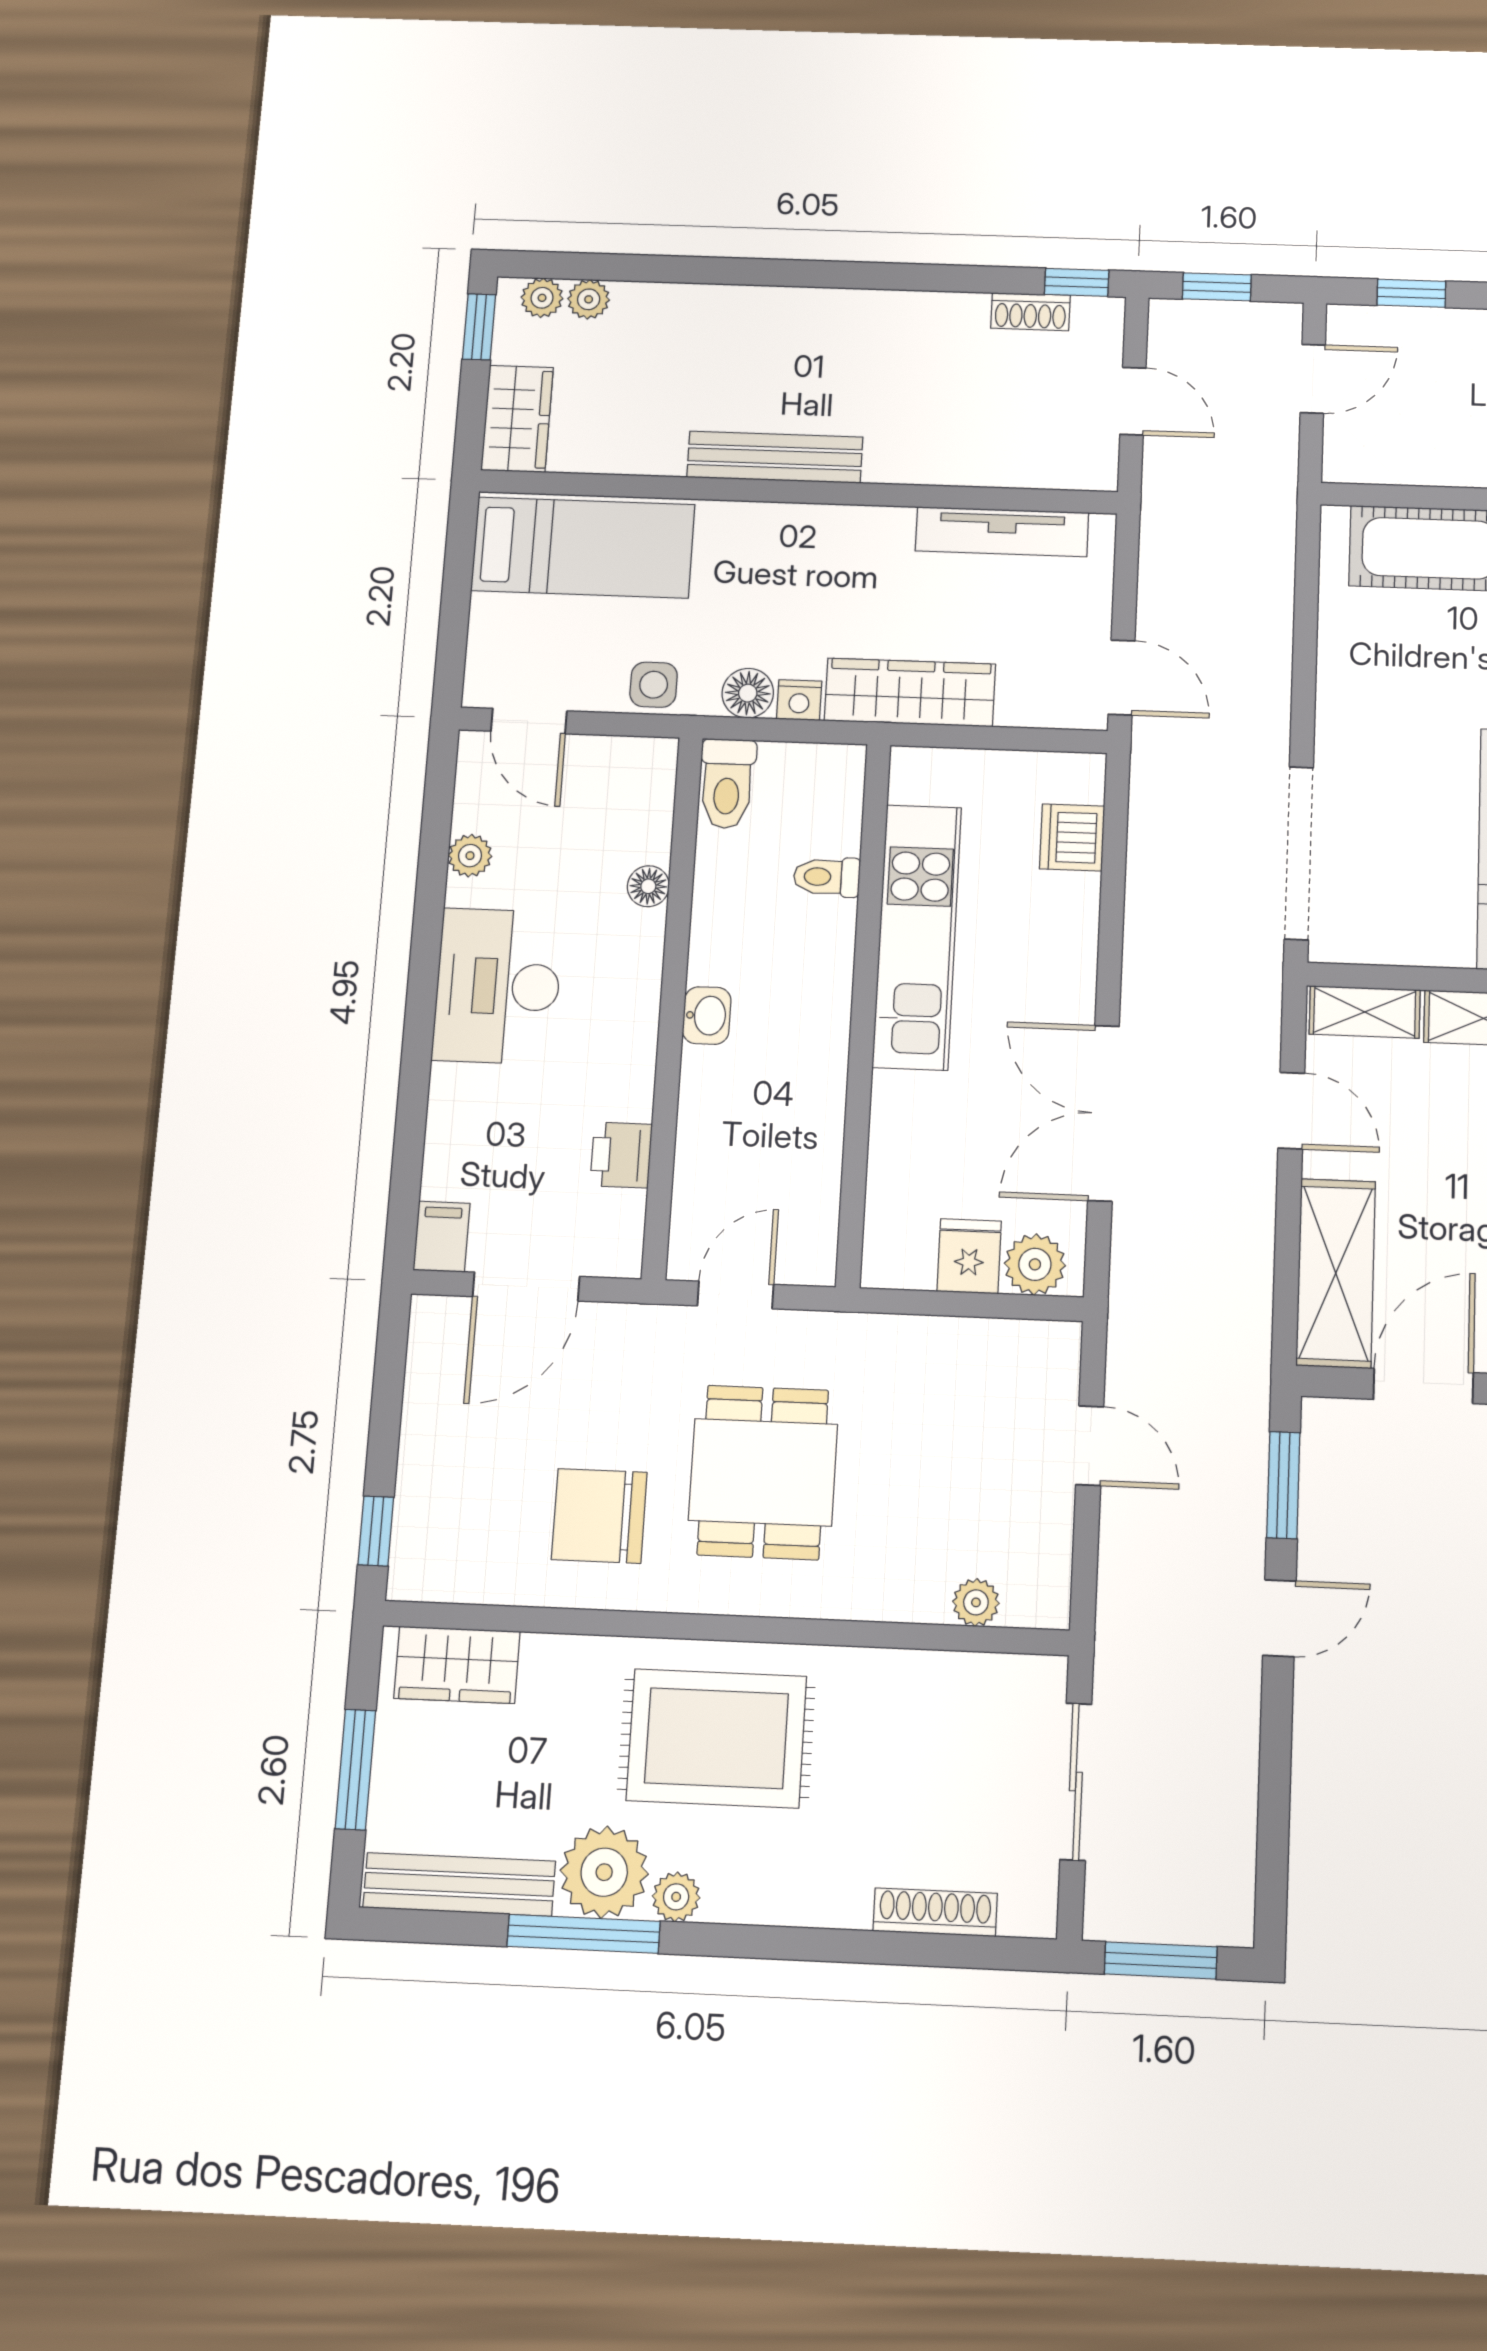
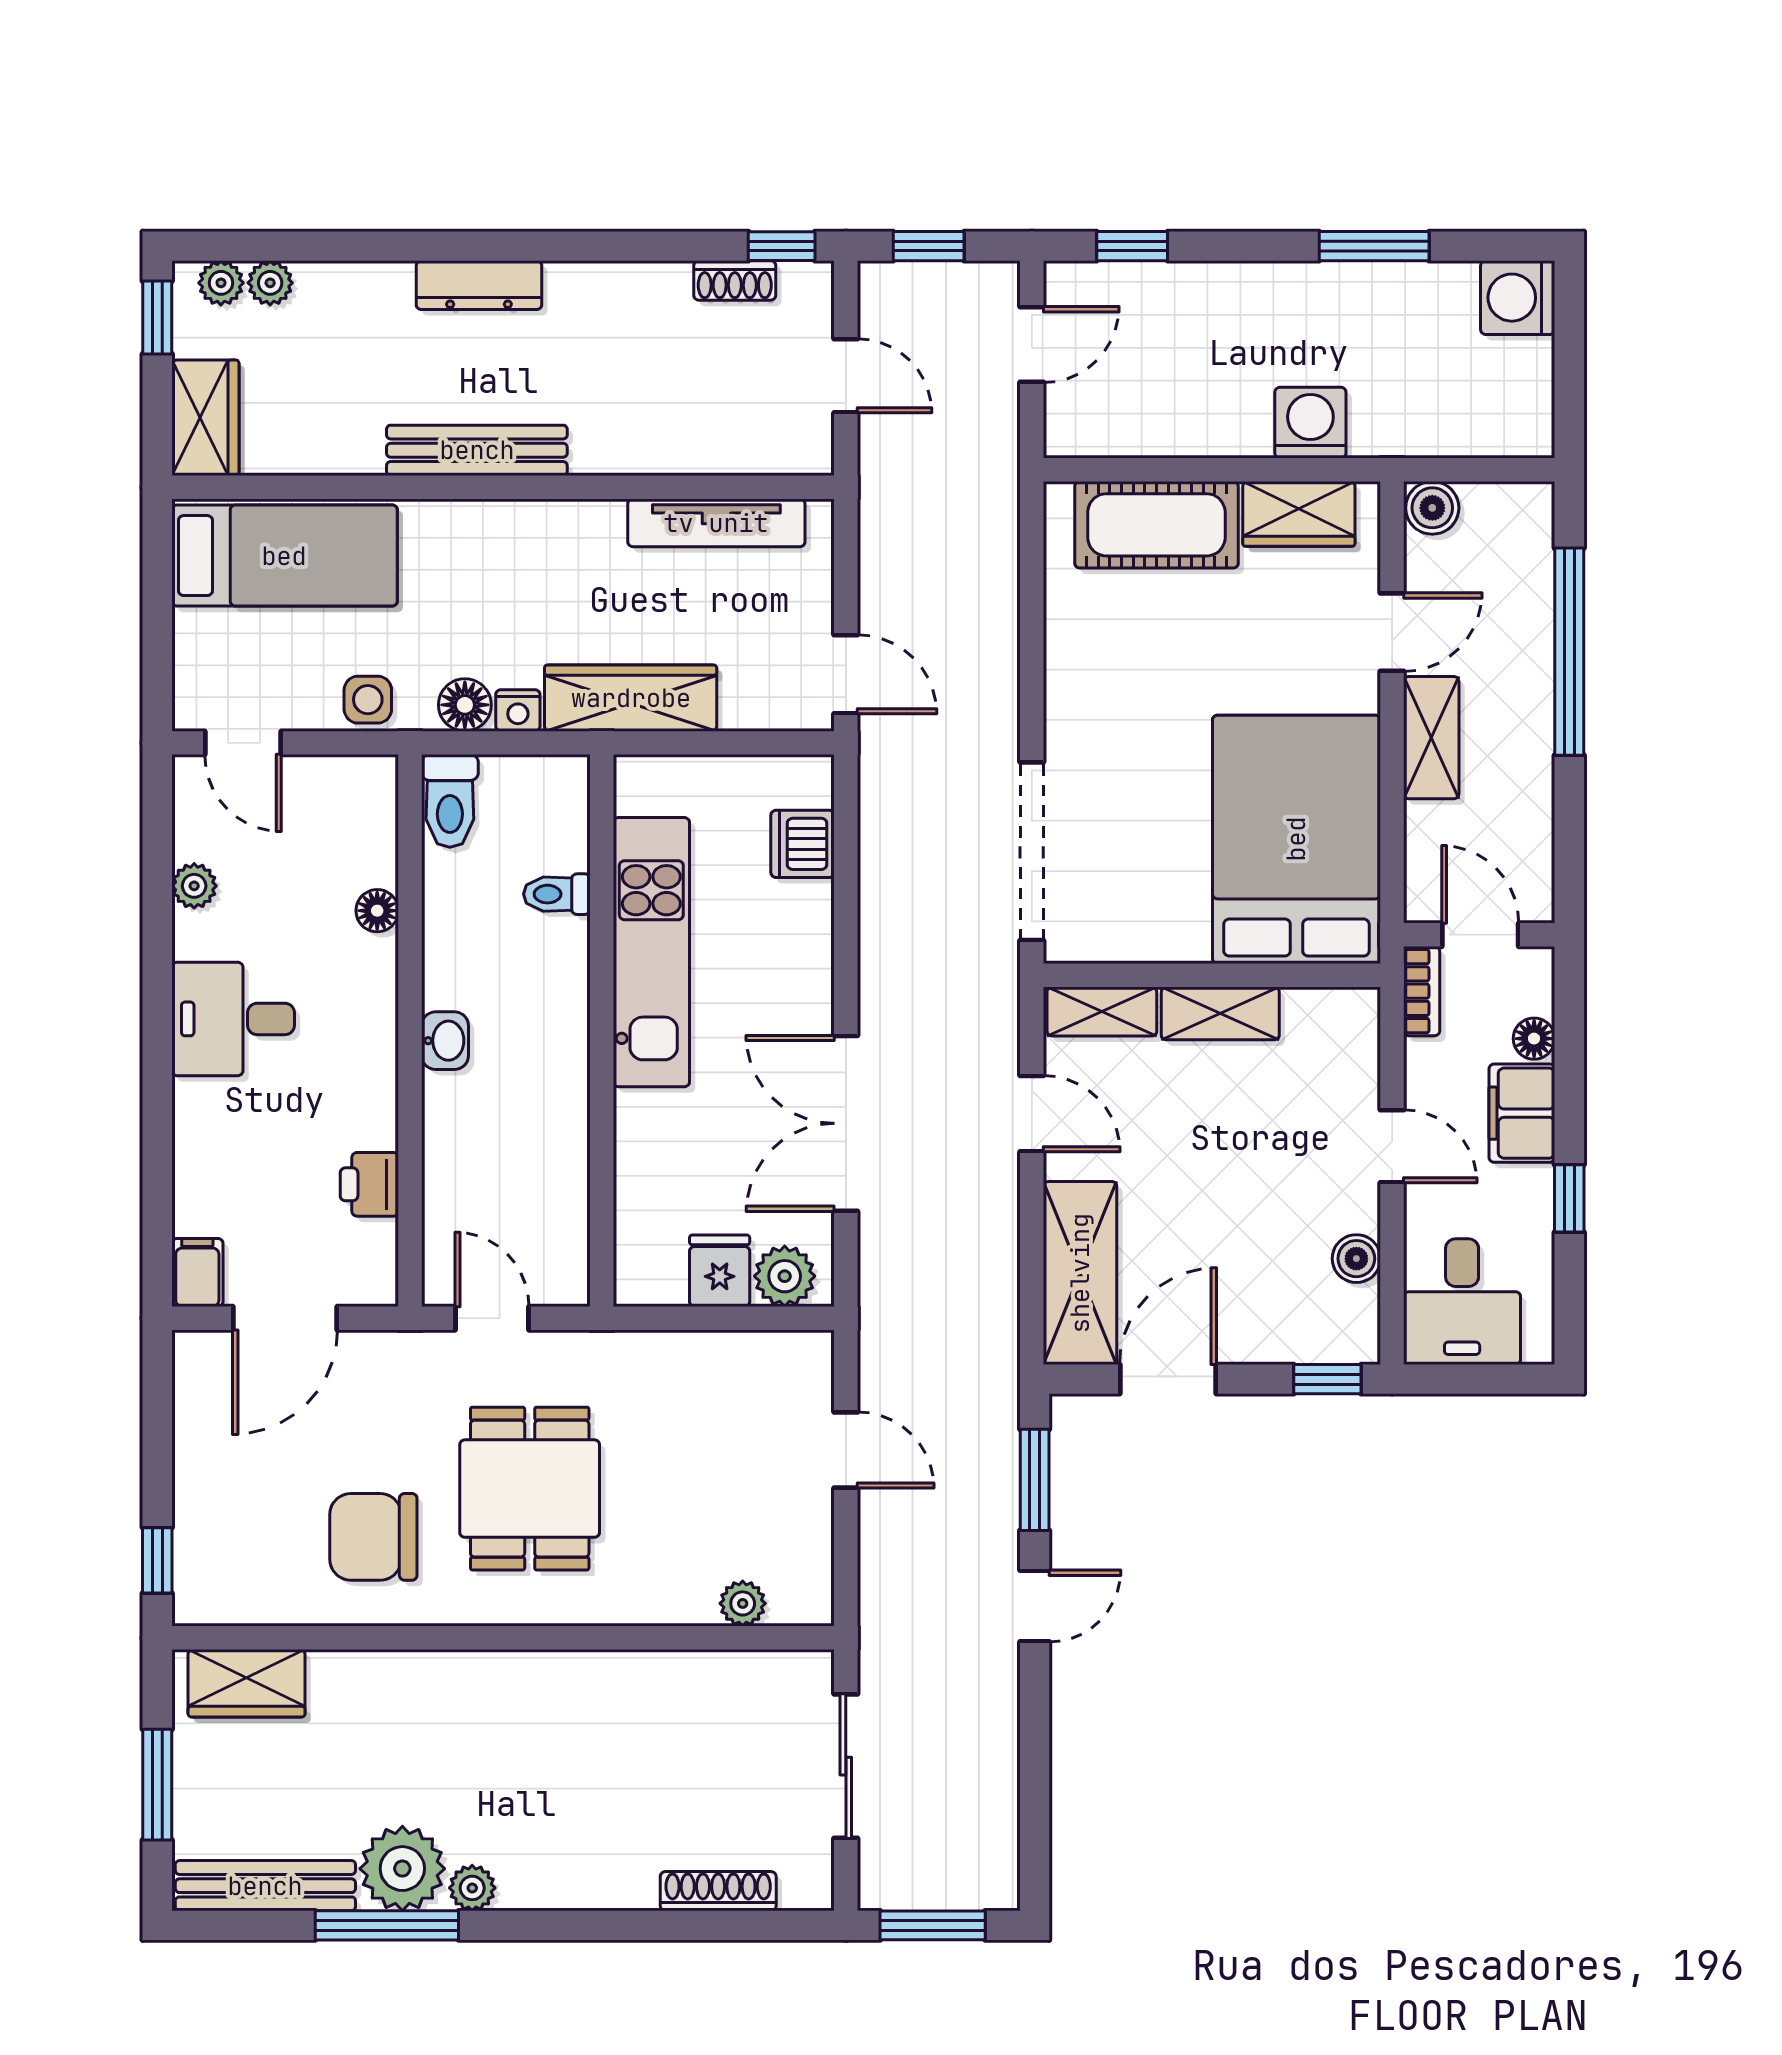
dresser: (787, 308) -> (479, 285), added
desk: (498, 986) -> (233, 1019), width x0.73
door: (736, 1295) -> (492, 1318), hinge flipped
rug: (716, 1738) -> (501, 1741), removed

